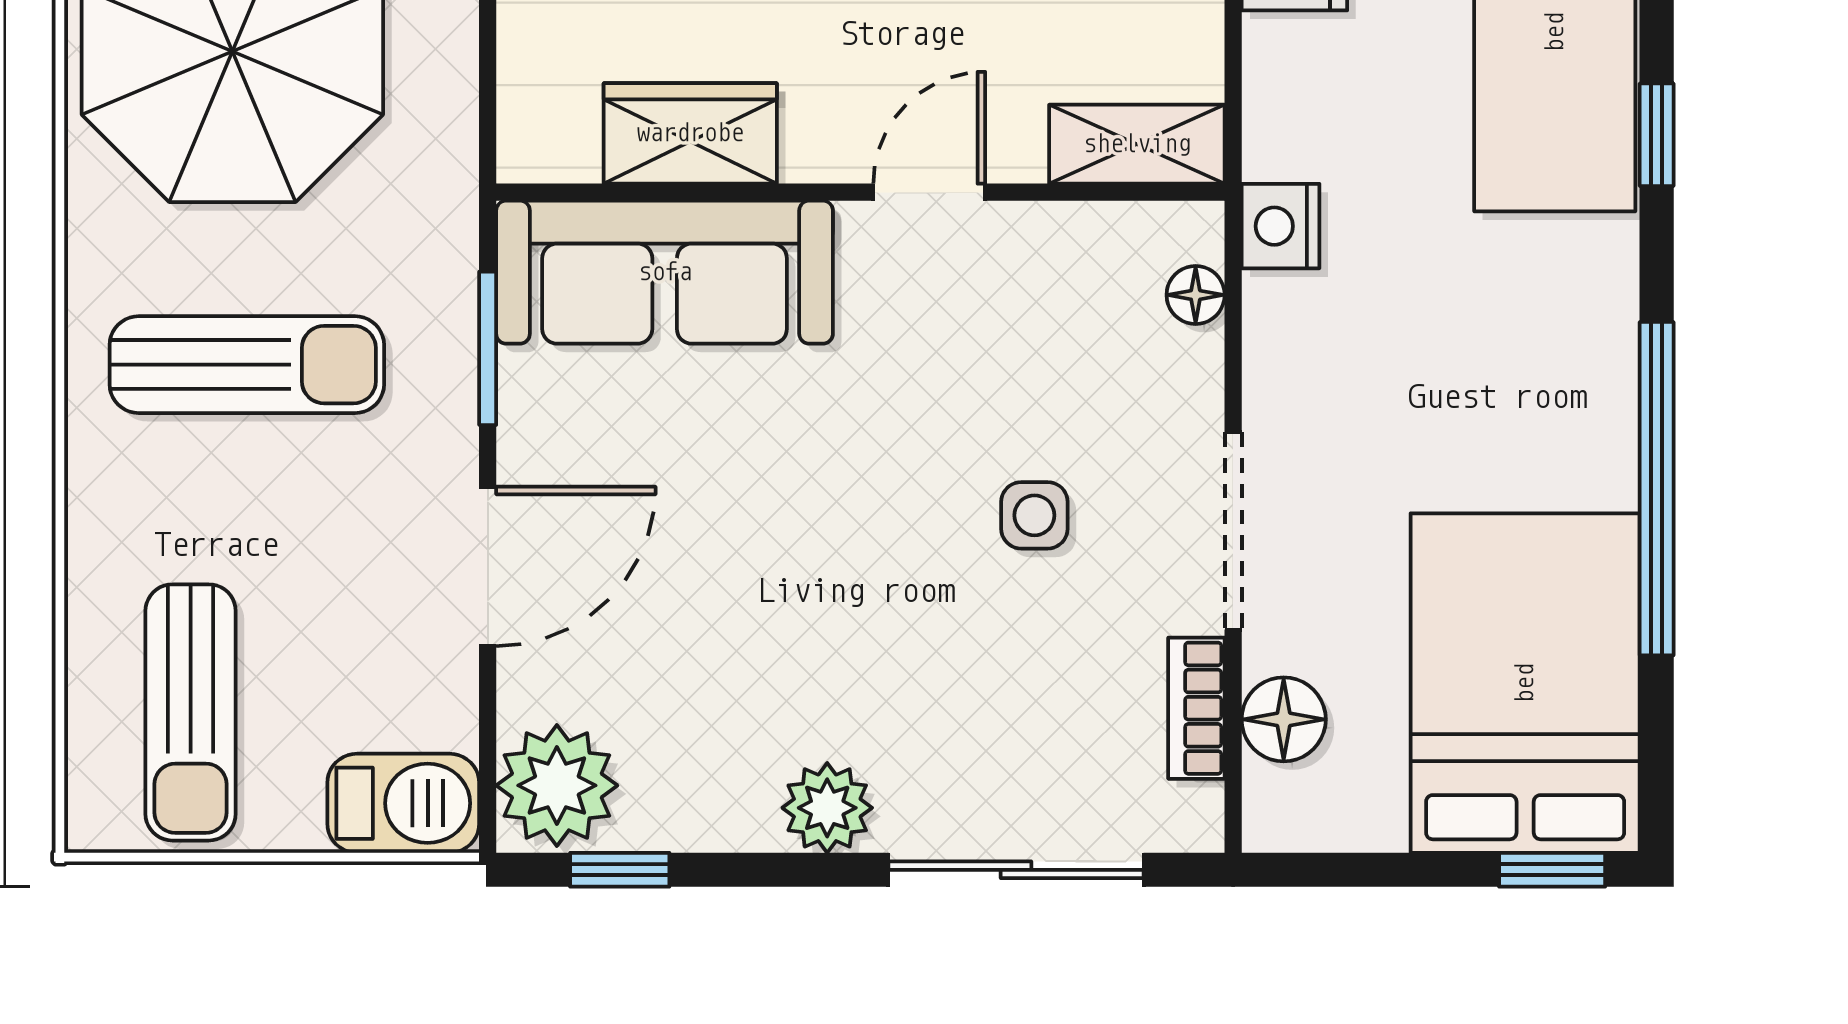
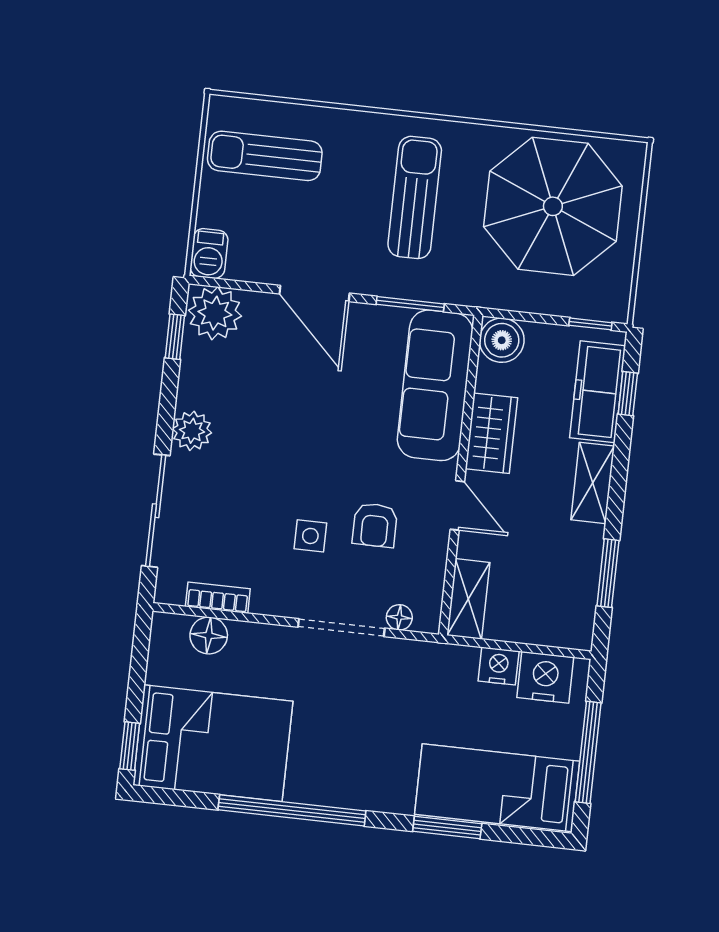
boiler: (547, 133) -> (502, 340), added
wardrobe: (690, 133) -> (491, 433), moved
window: (1657, 135) -> (447, 828), width x1.50
nightstand: (1280, 226) -> (499, 666), moved
sun lounger: (247, 365) -> (415, 197), turned 180
armchair: (994, 373) -> (375, 525), added
doorway: (1233, 531) -> (341, 628), moved
barbecue: (403, 803) -> (209, 254), width x0.73, depth x0.79

